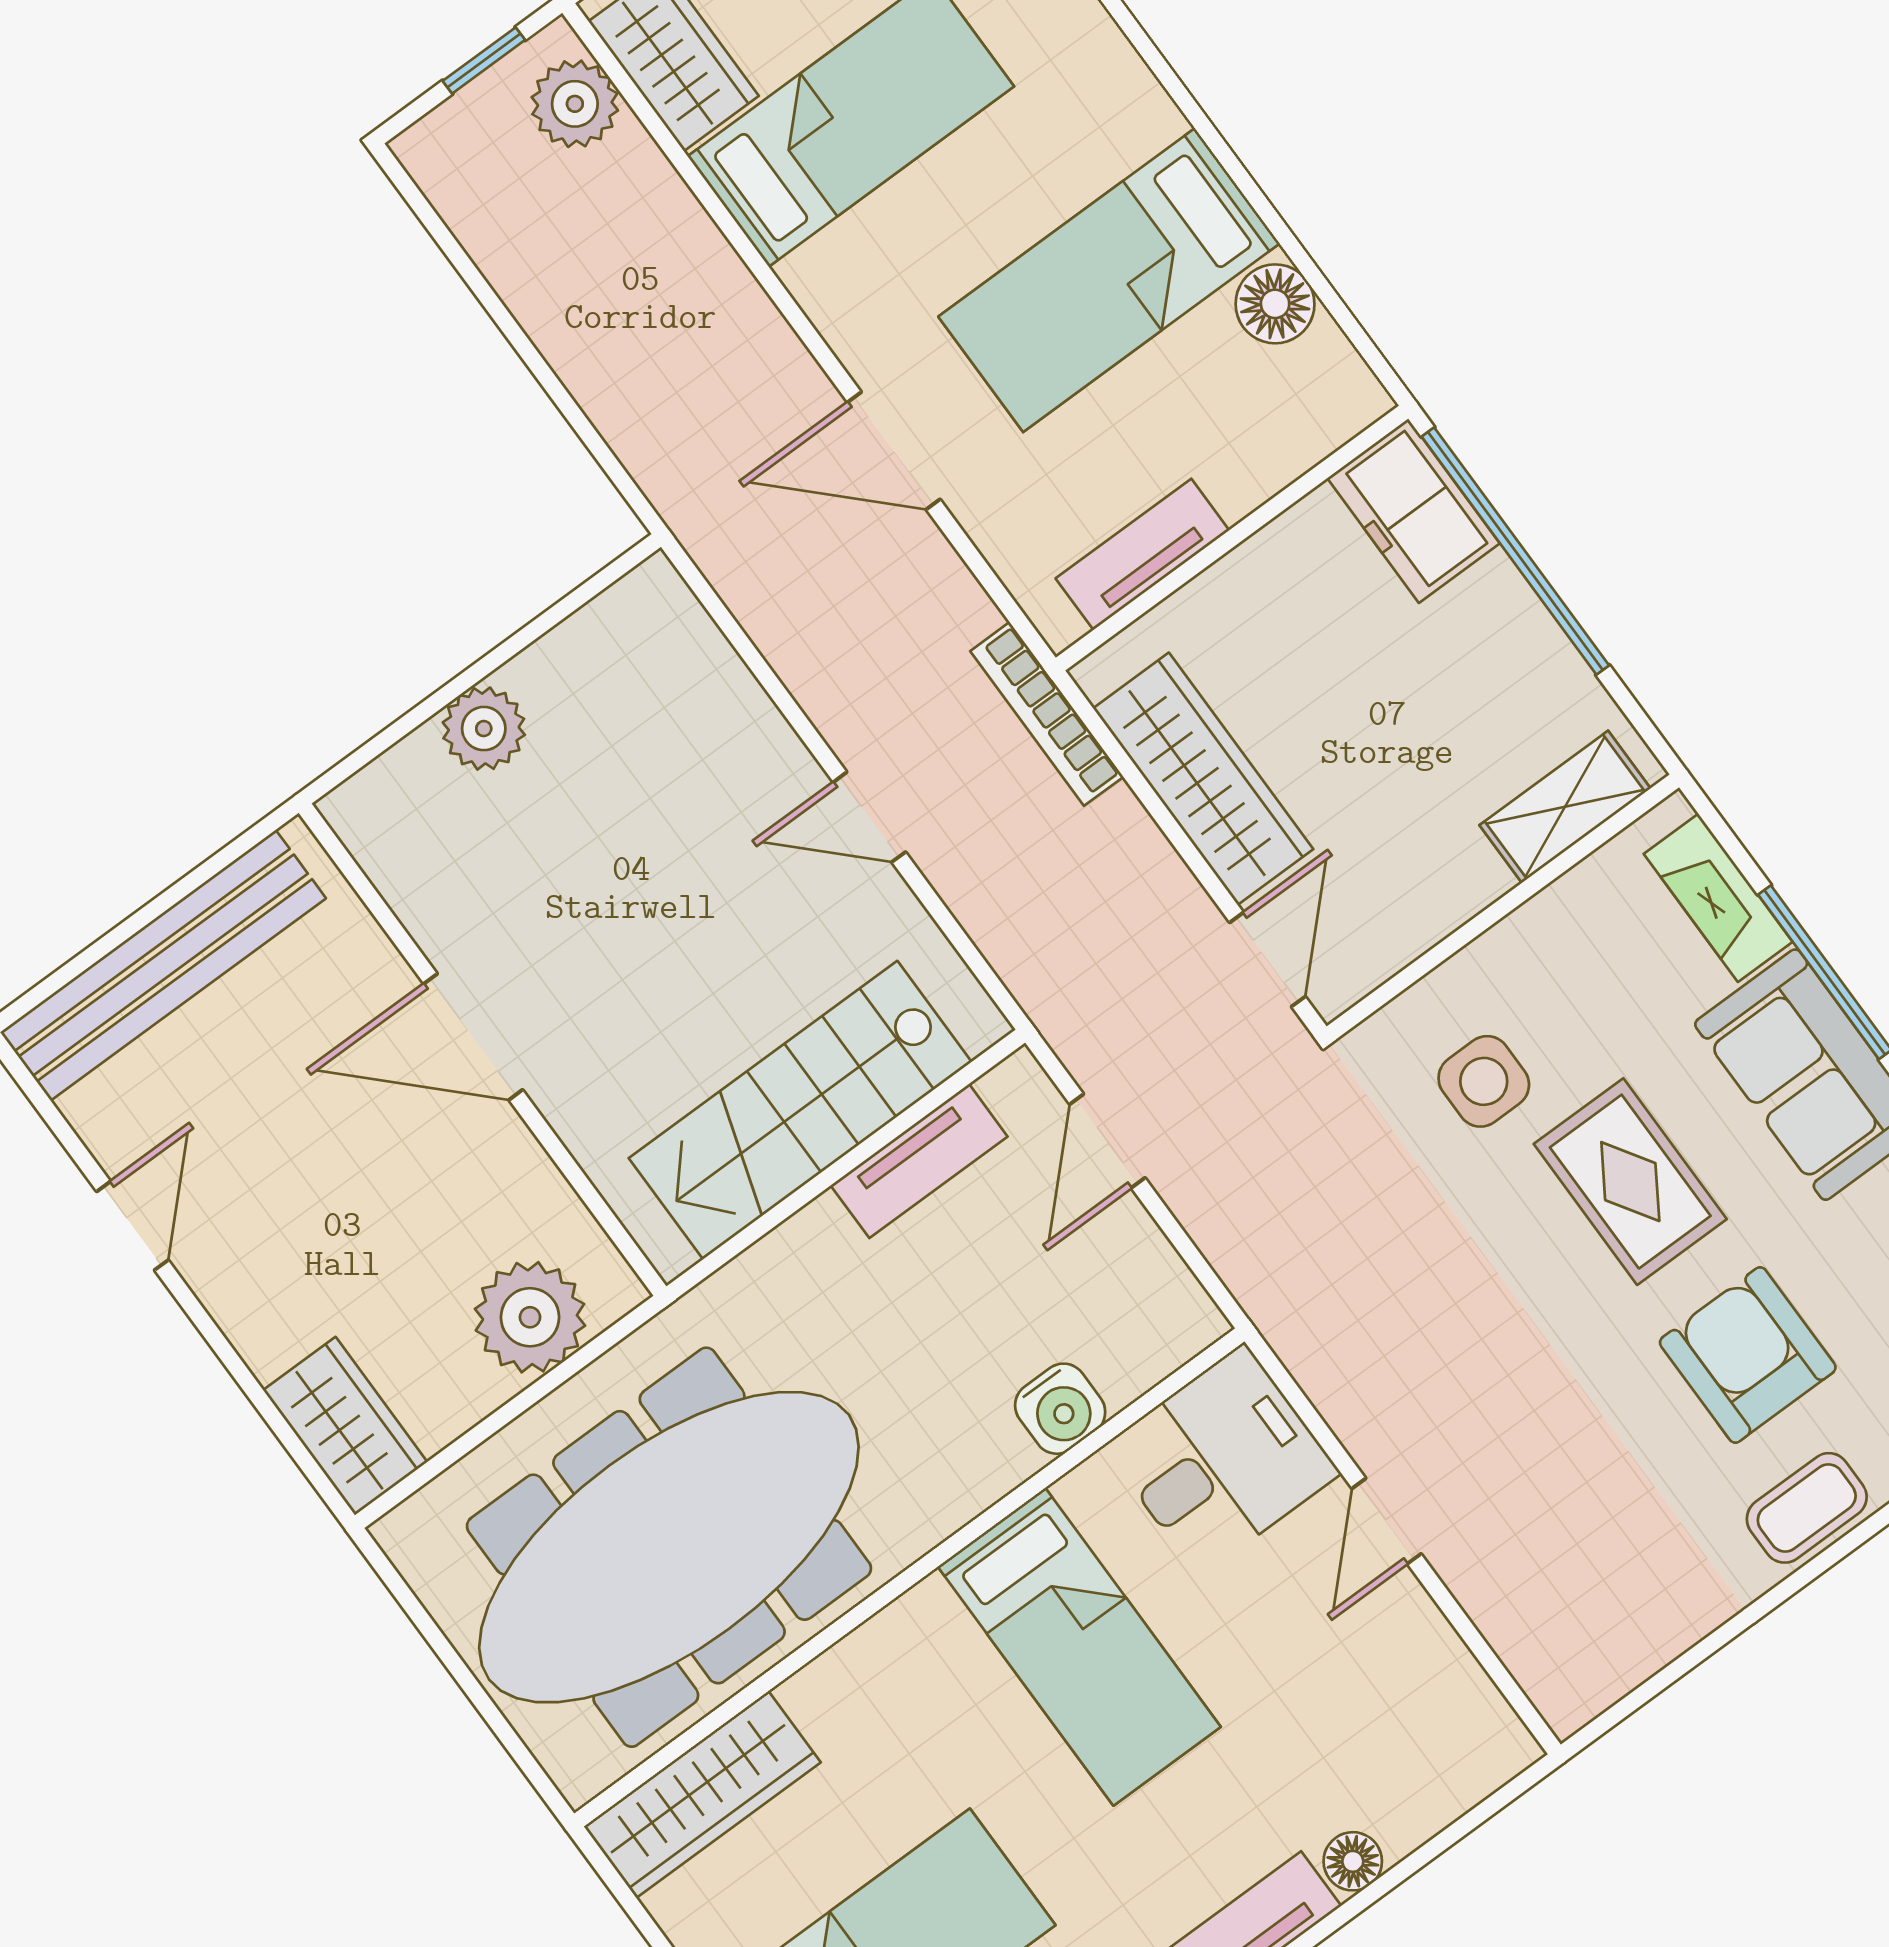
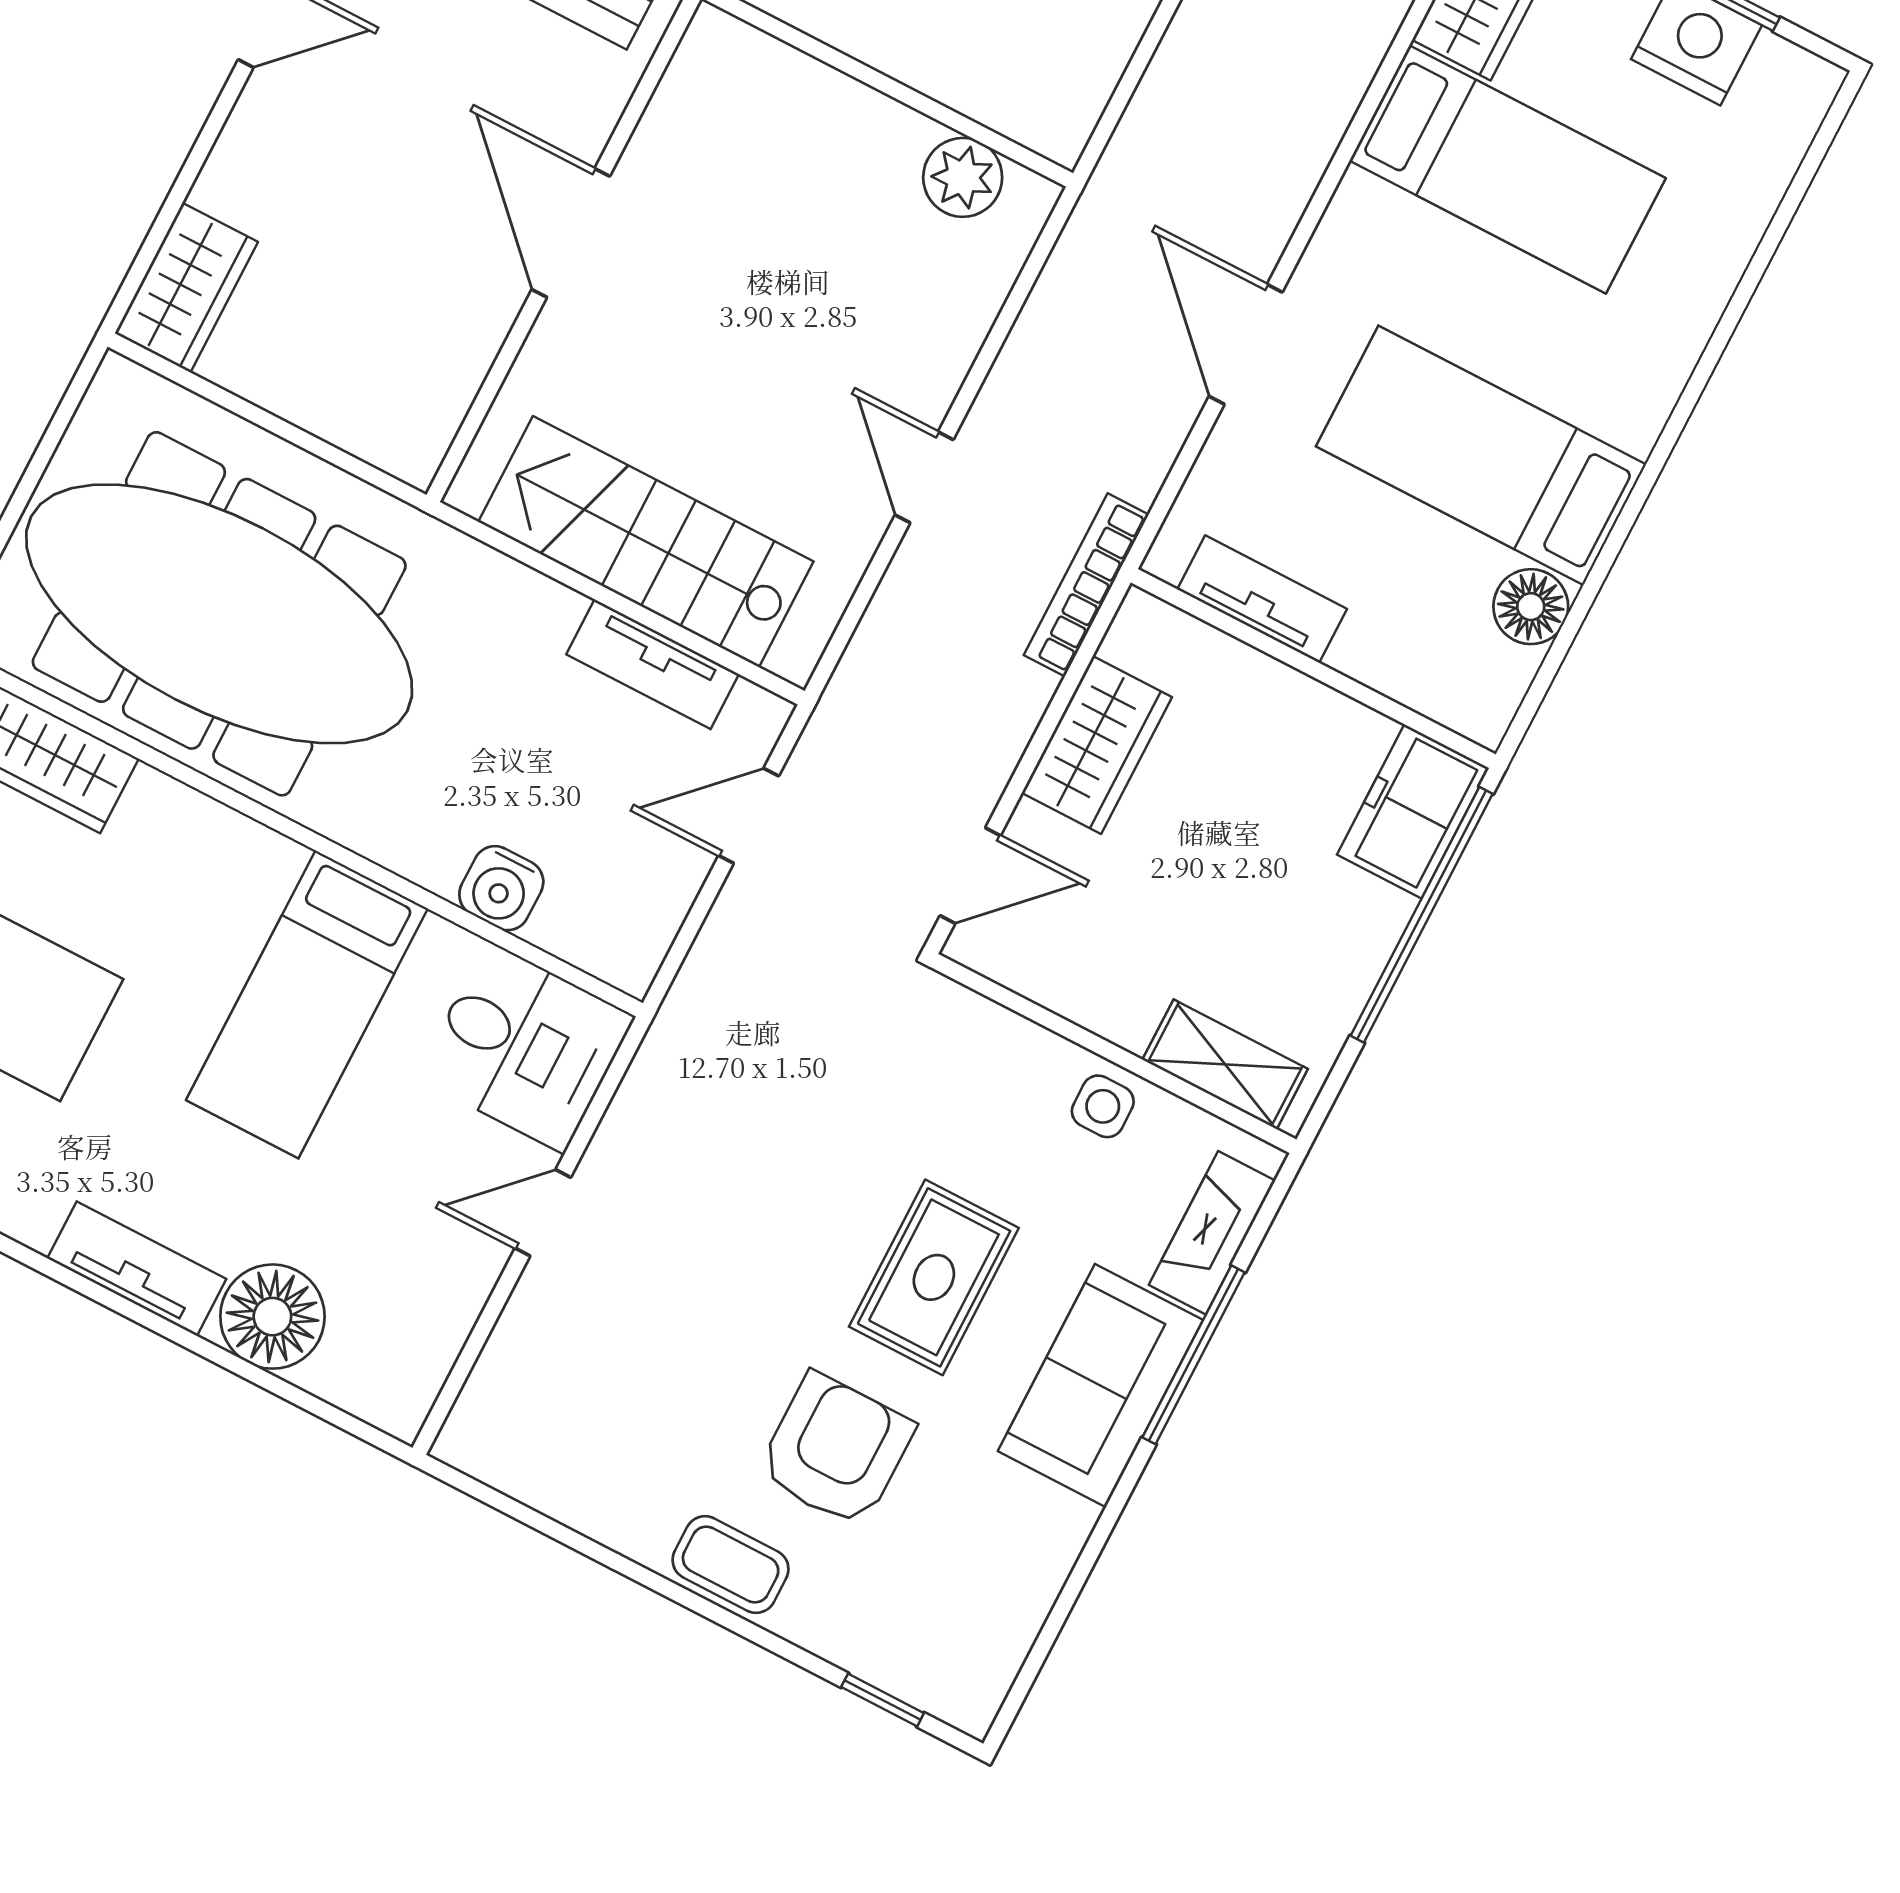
plant: (484, 729) -> (963, 177), moved
wardrobe: (1203, 779) -> (1097, 745), width x0.67
side table: (1484, 1081) -> (1103, 1106), moved, width x0.73, depth x0.73
plant: (530, 1317) -> (356, 399), removed
floor lamp: (1353, 1861) -> (272, 1317), width x1.89, depth x1.89

